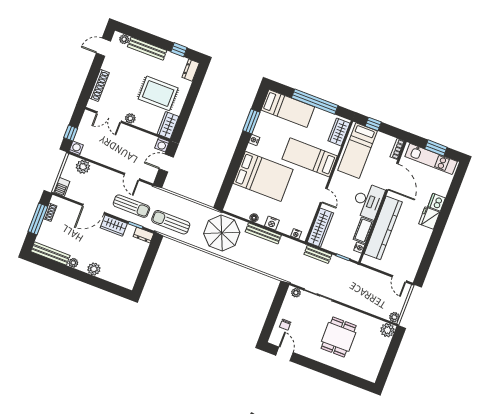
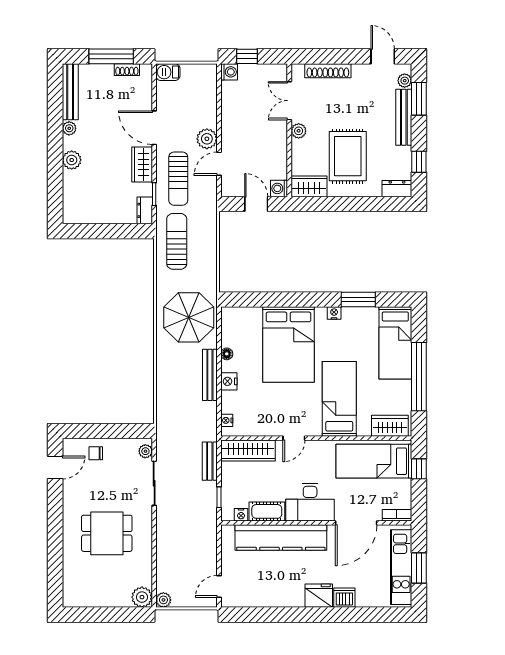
window: (139, 35) -> (419, 99), added
plant: (83, 167) -> (207, 139), moved

